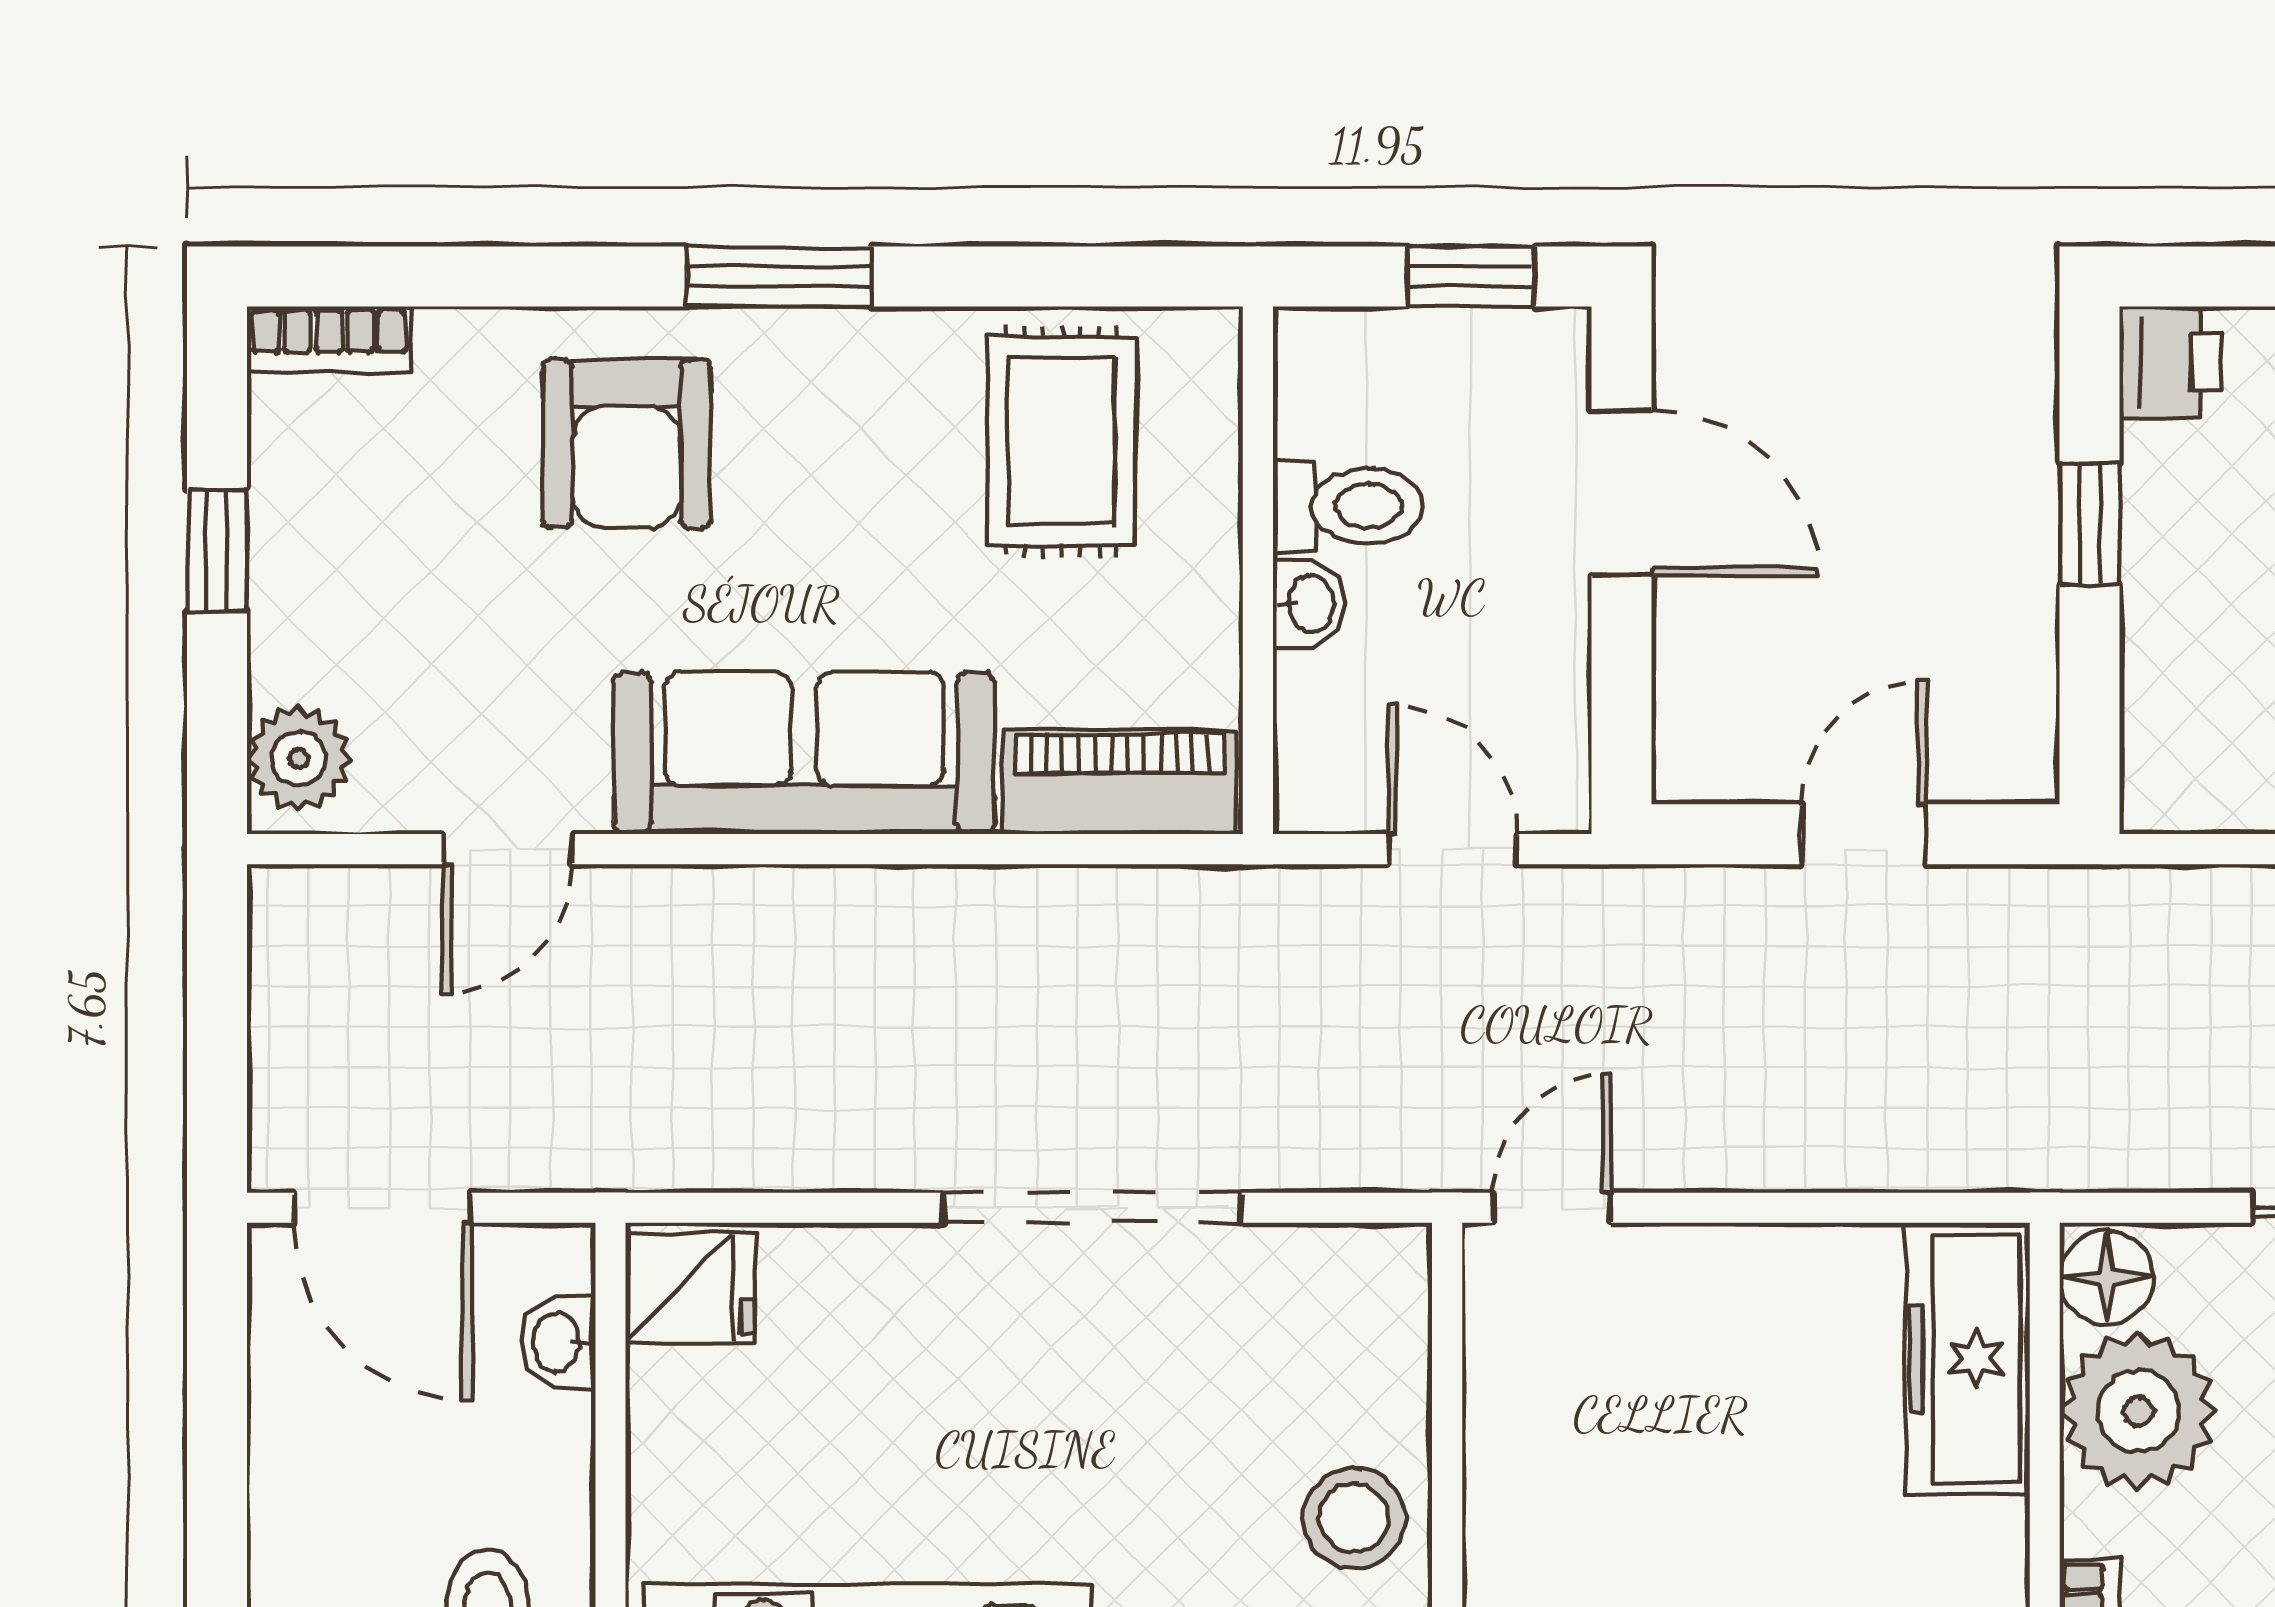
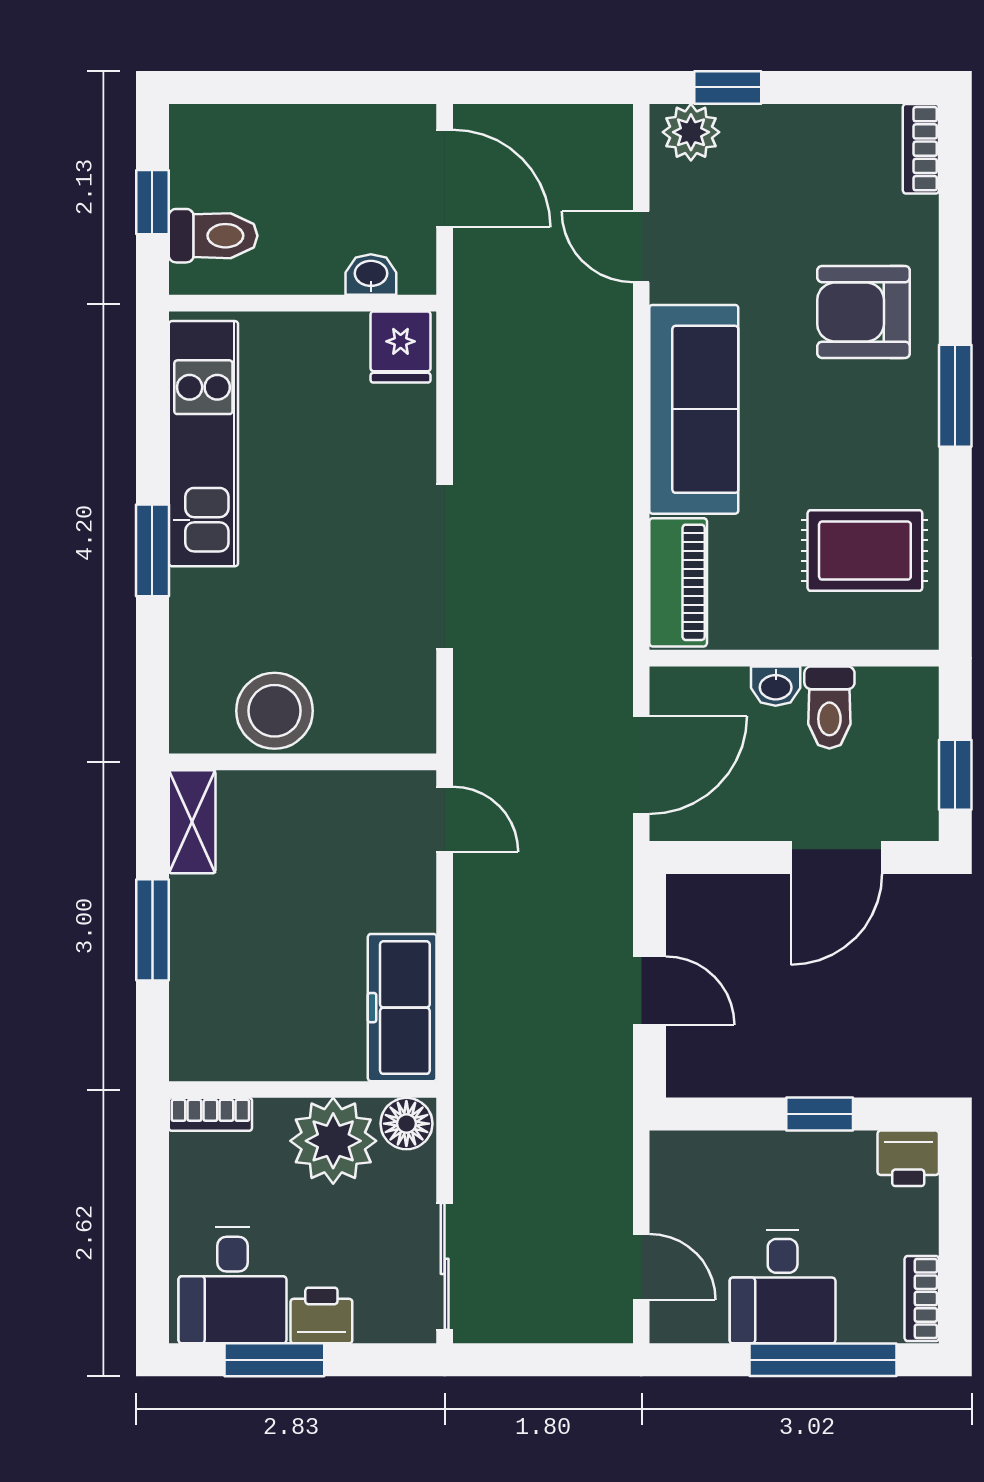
window: (217, 550) -> (728, 87), moved
door: (1453, 849) -> (641, 765), width x1.38
door: (383, 1208) -> (445, 178), swing flipped
freezer: (1967, 1358) -> (402, 1008), moved, turned -90
stool: (1354, 1518) -> (275, 711), width x1.38, depth x1.38

